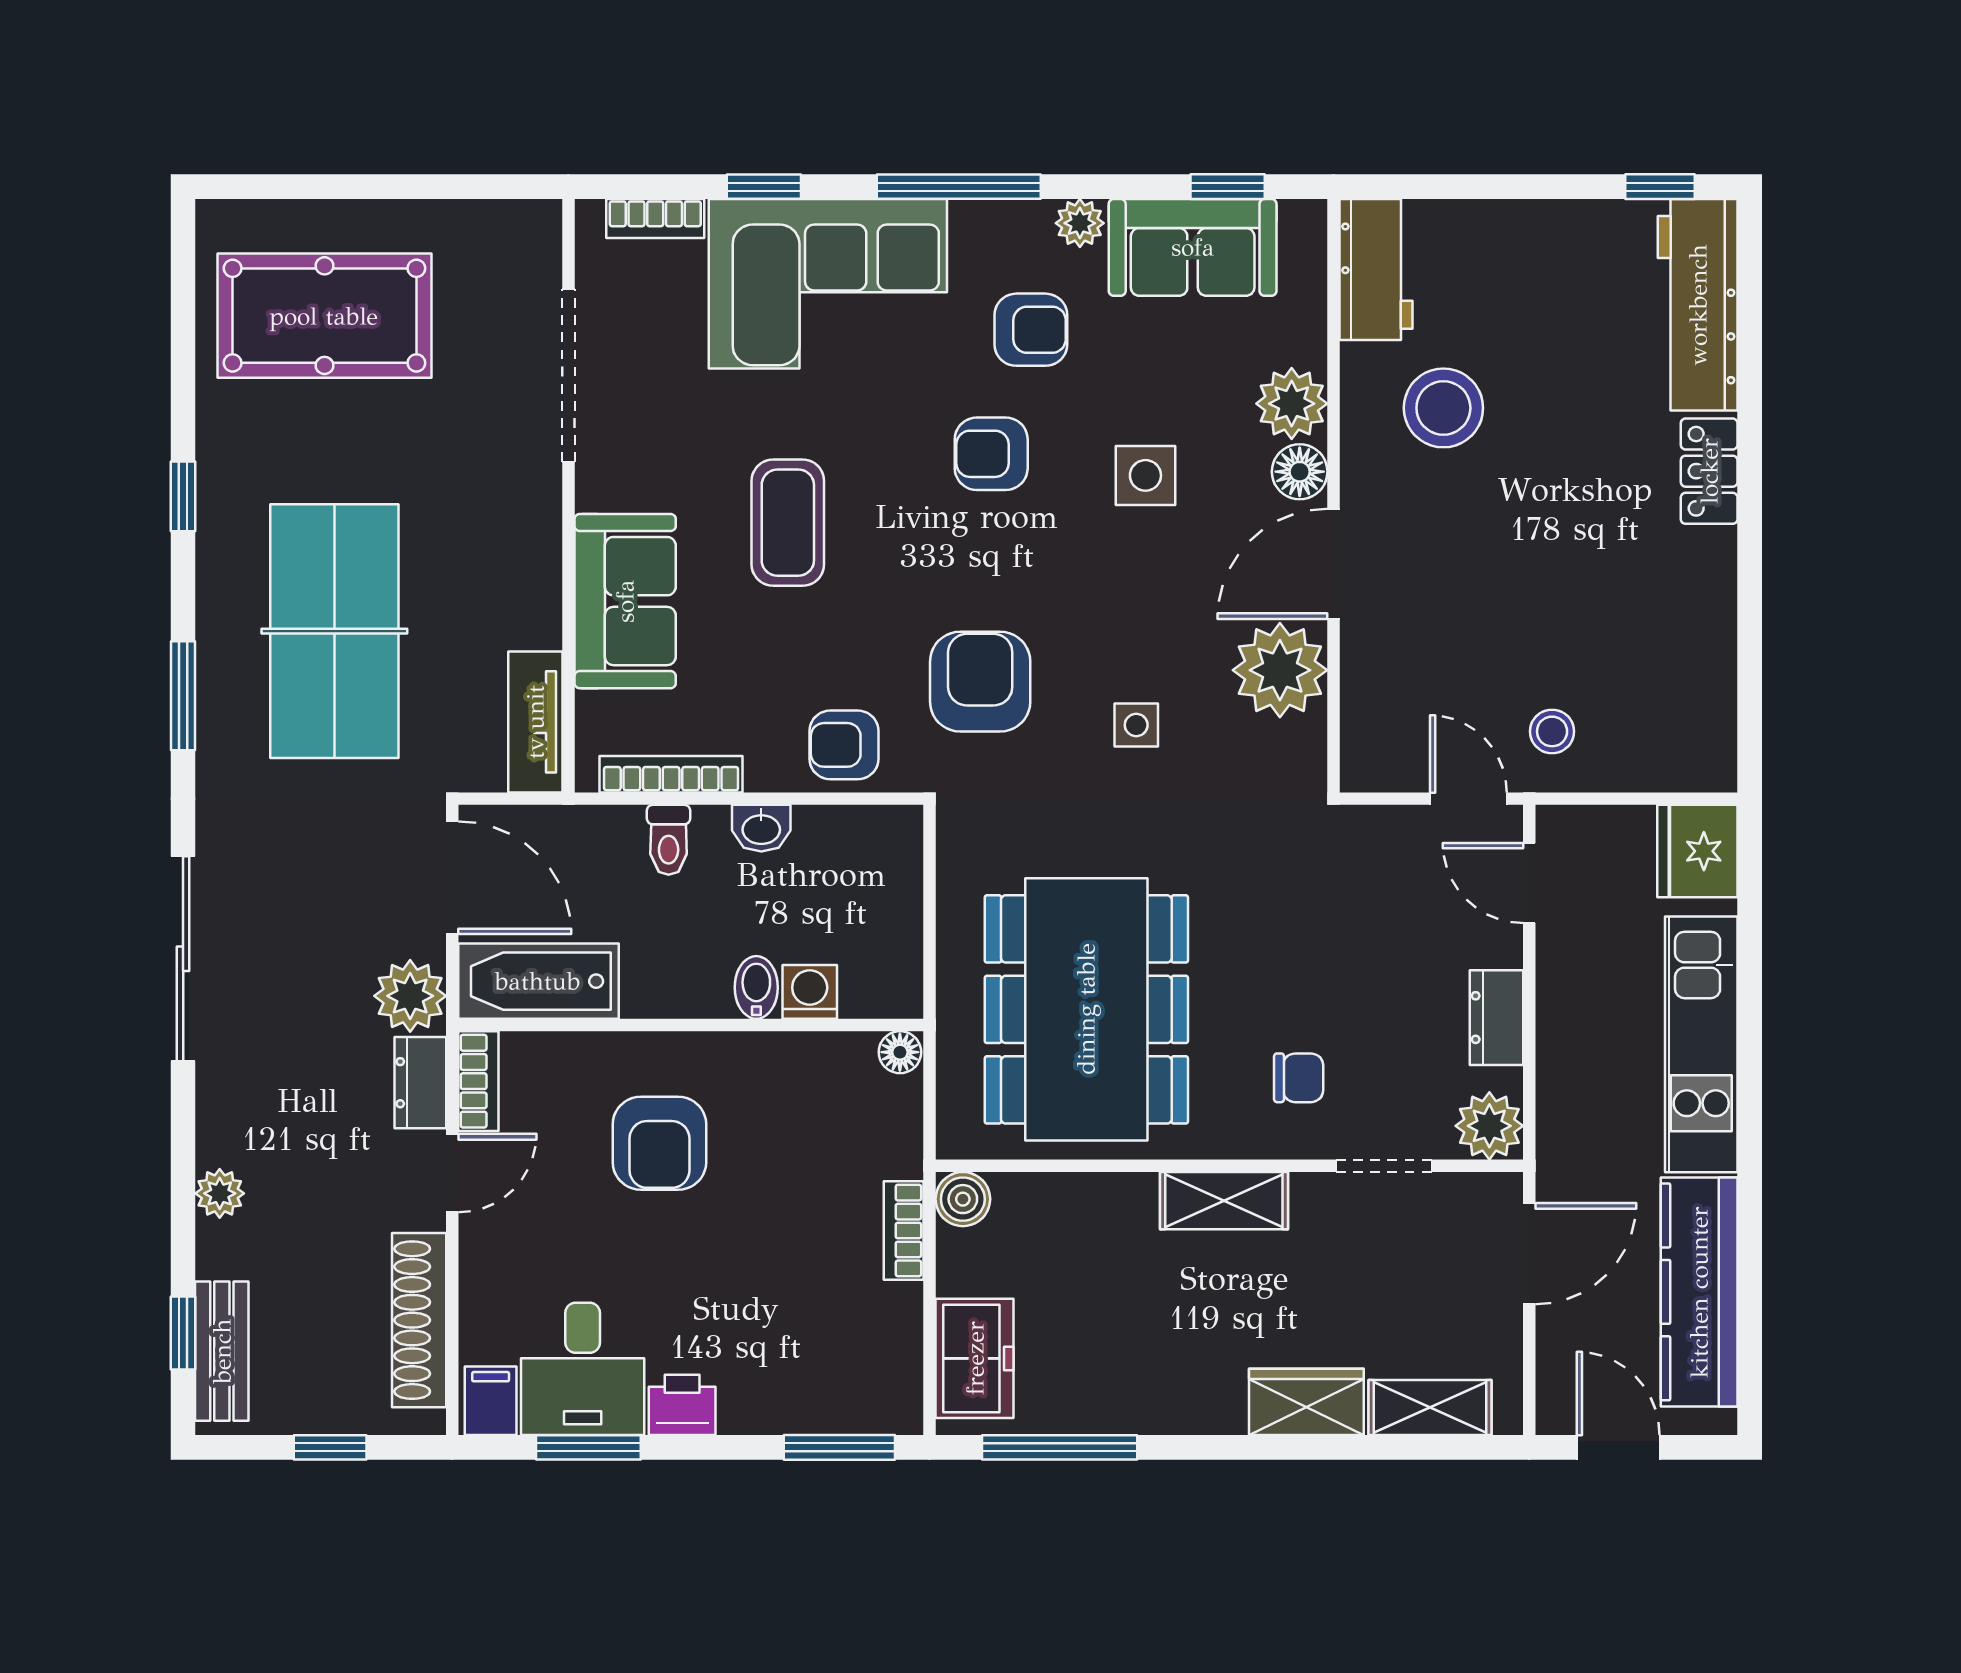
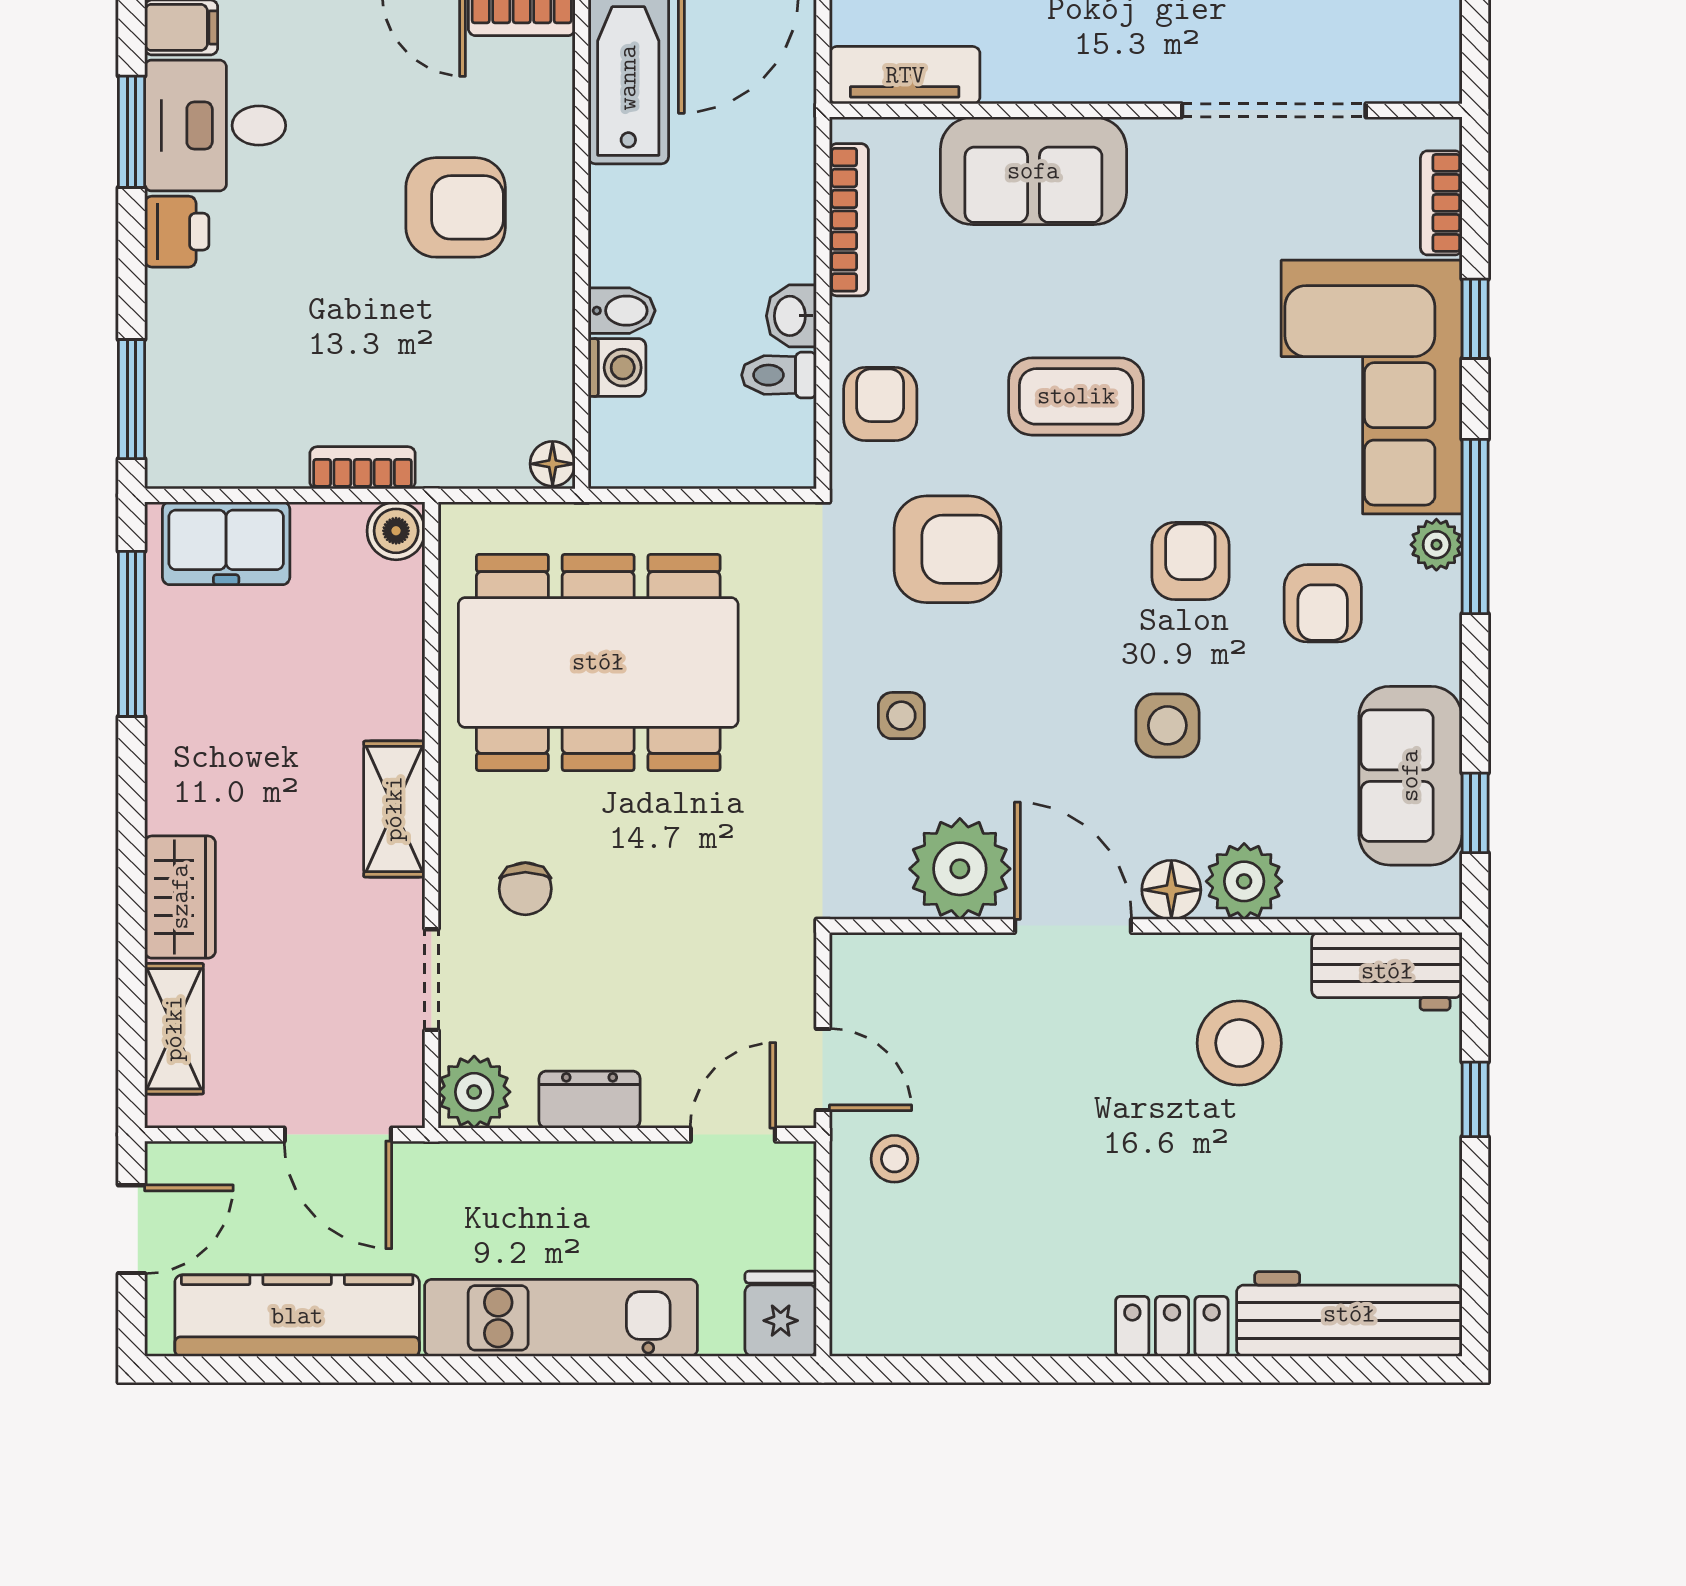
window: (1660, 187) -> (1475, 1099), moved
plant: (1080, 223) -> (1436, 545), moved
coffee table: (788, 523) -> (1076, 396), moved
door: (1468, 799) -> (823, 1070), hinge flipped
toilet: (669, 840) -> (779, 375), moved
fridge: (1697, 851) -> (781, 1314), width x0.72
armchair: (659, 1143) -> (456, 207), turned 180

